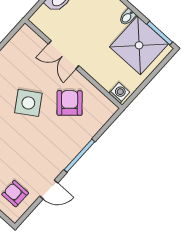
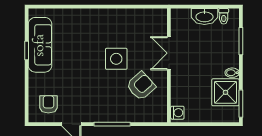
shower: (139, 45) -> (225, 92), width x0.73, depth x0.73
side table: (28, 103) -> (116, 59), turned 33

